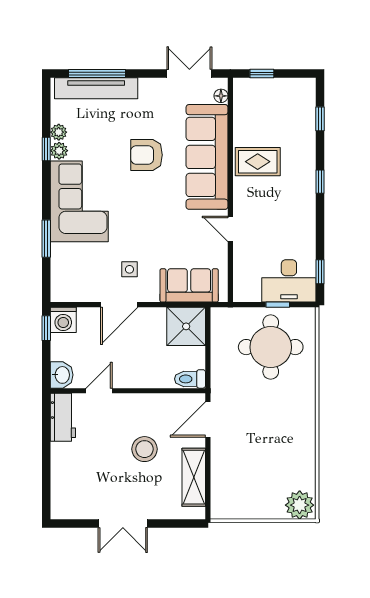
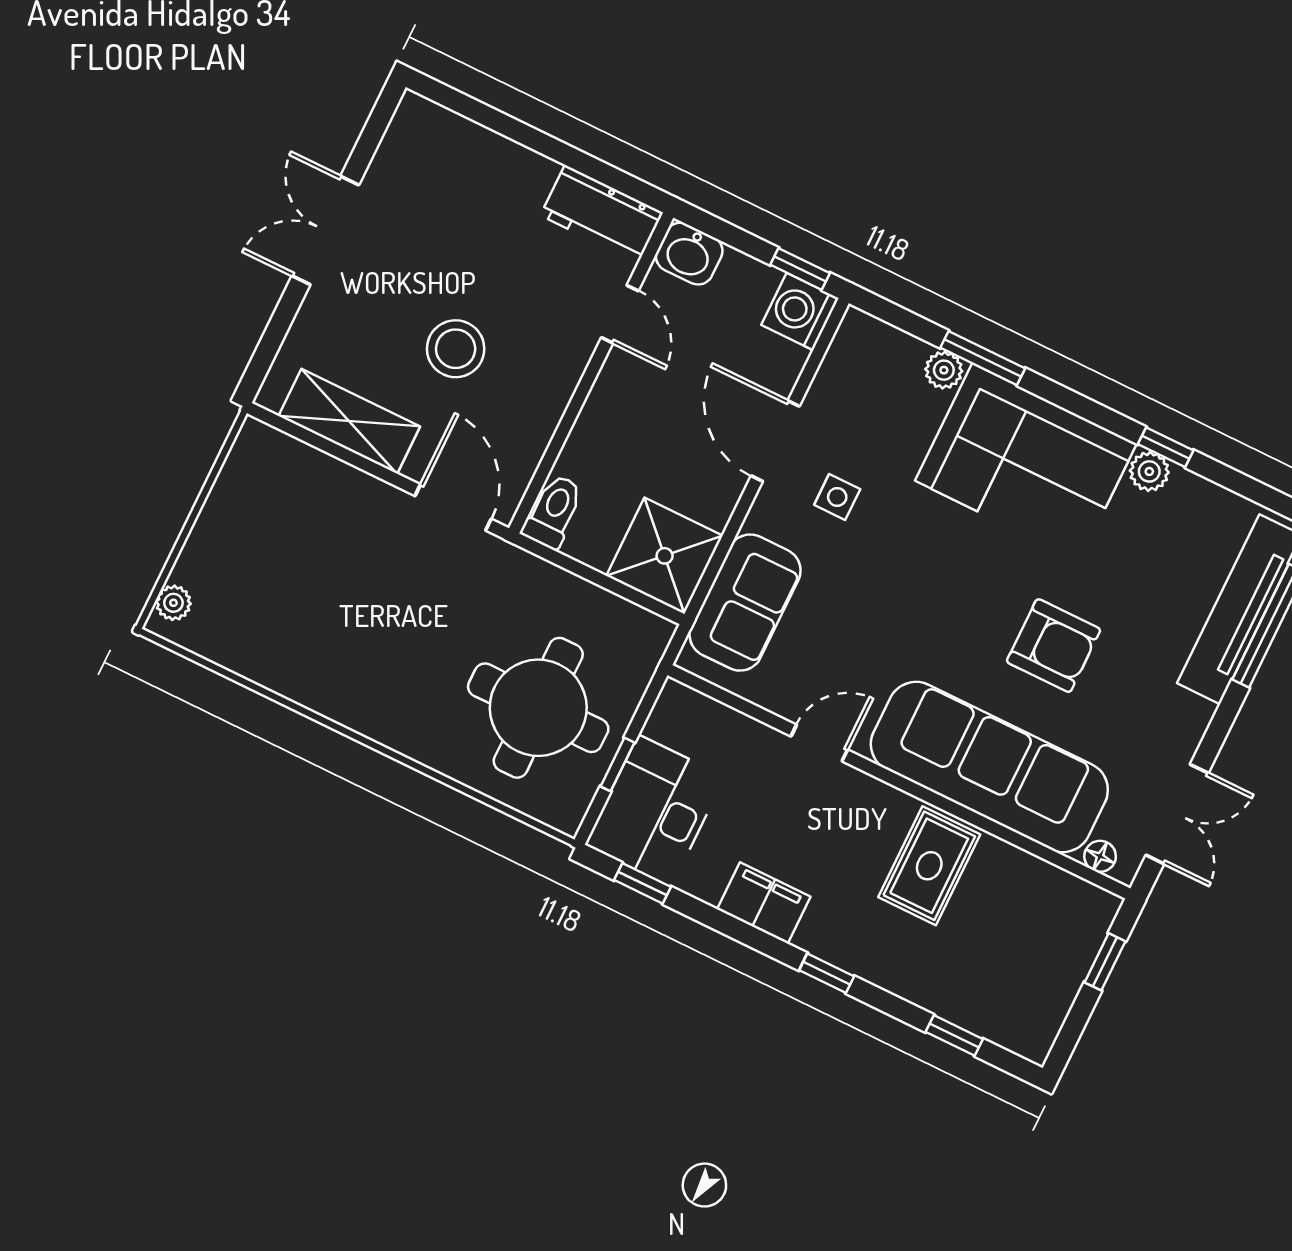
plant: (59, 132) -> (944, 370), moved
armchair: (147, 155) -> (1054, 646), turned 90
filing cabinet: (304, 220) -> (764, 903), added
plant: (300, 505) -> (173, 603), width x0.53, depth x0.53

